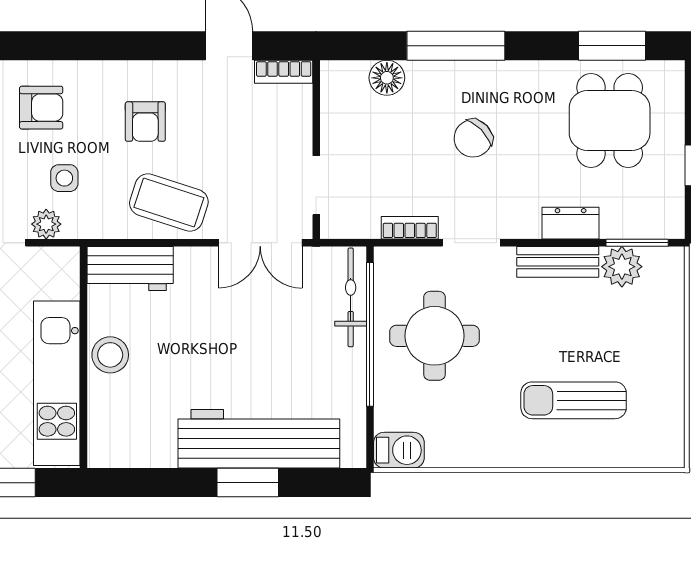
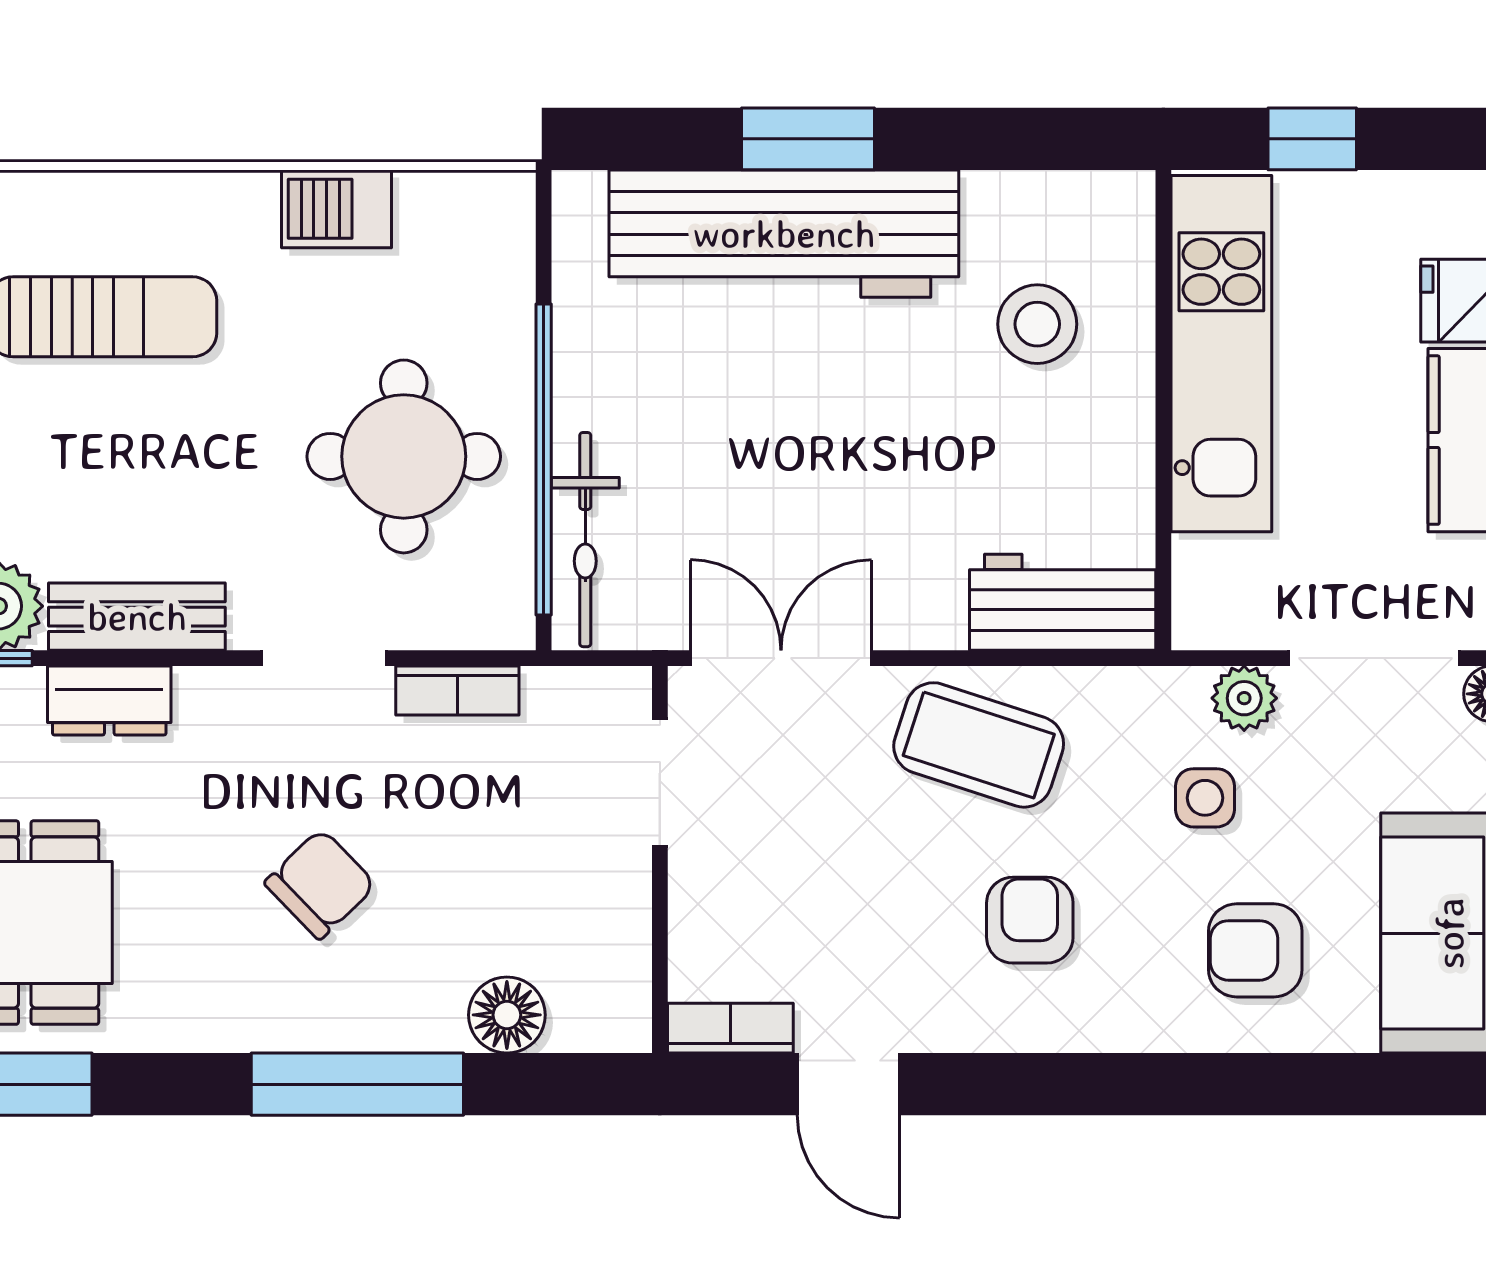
stool: (110, 355) -> (1037, 324), moved
barbecue: (399, 450) -> (337, 209), moved

